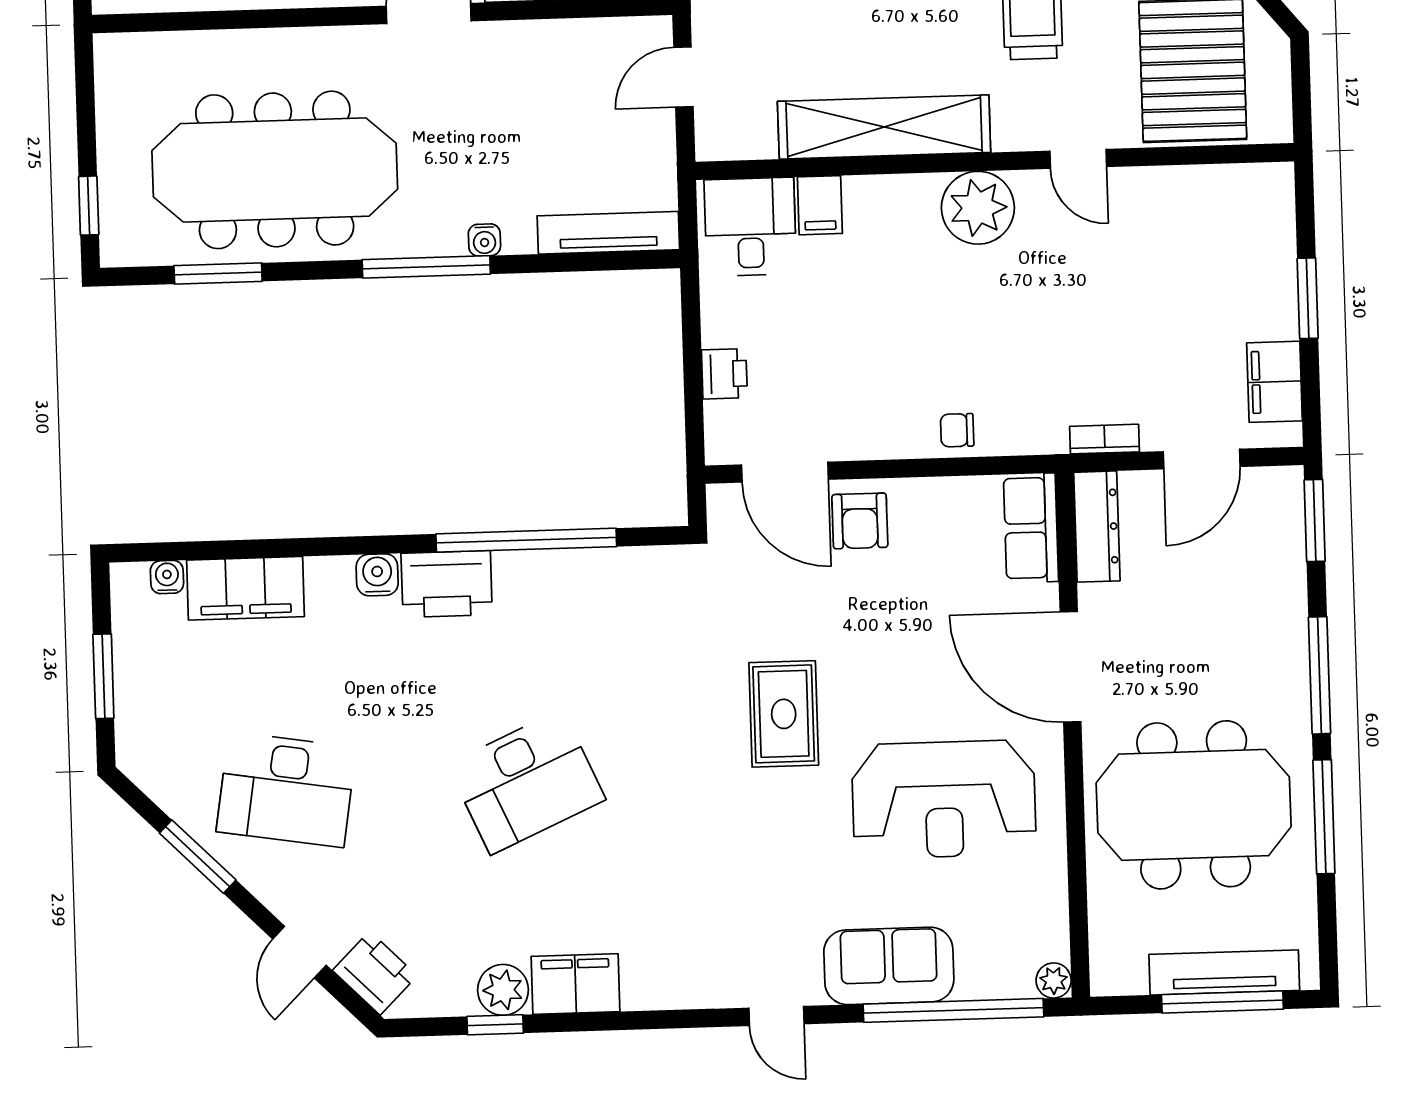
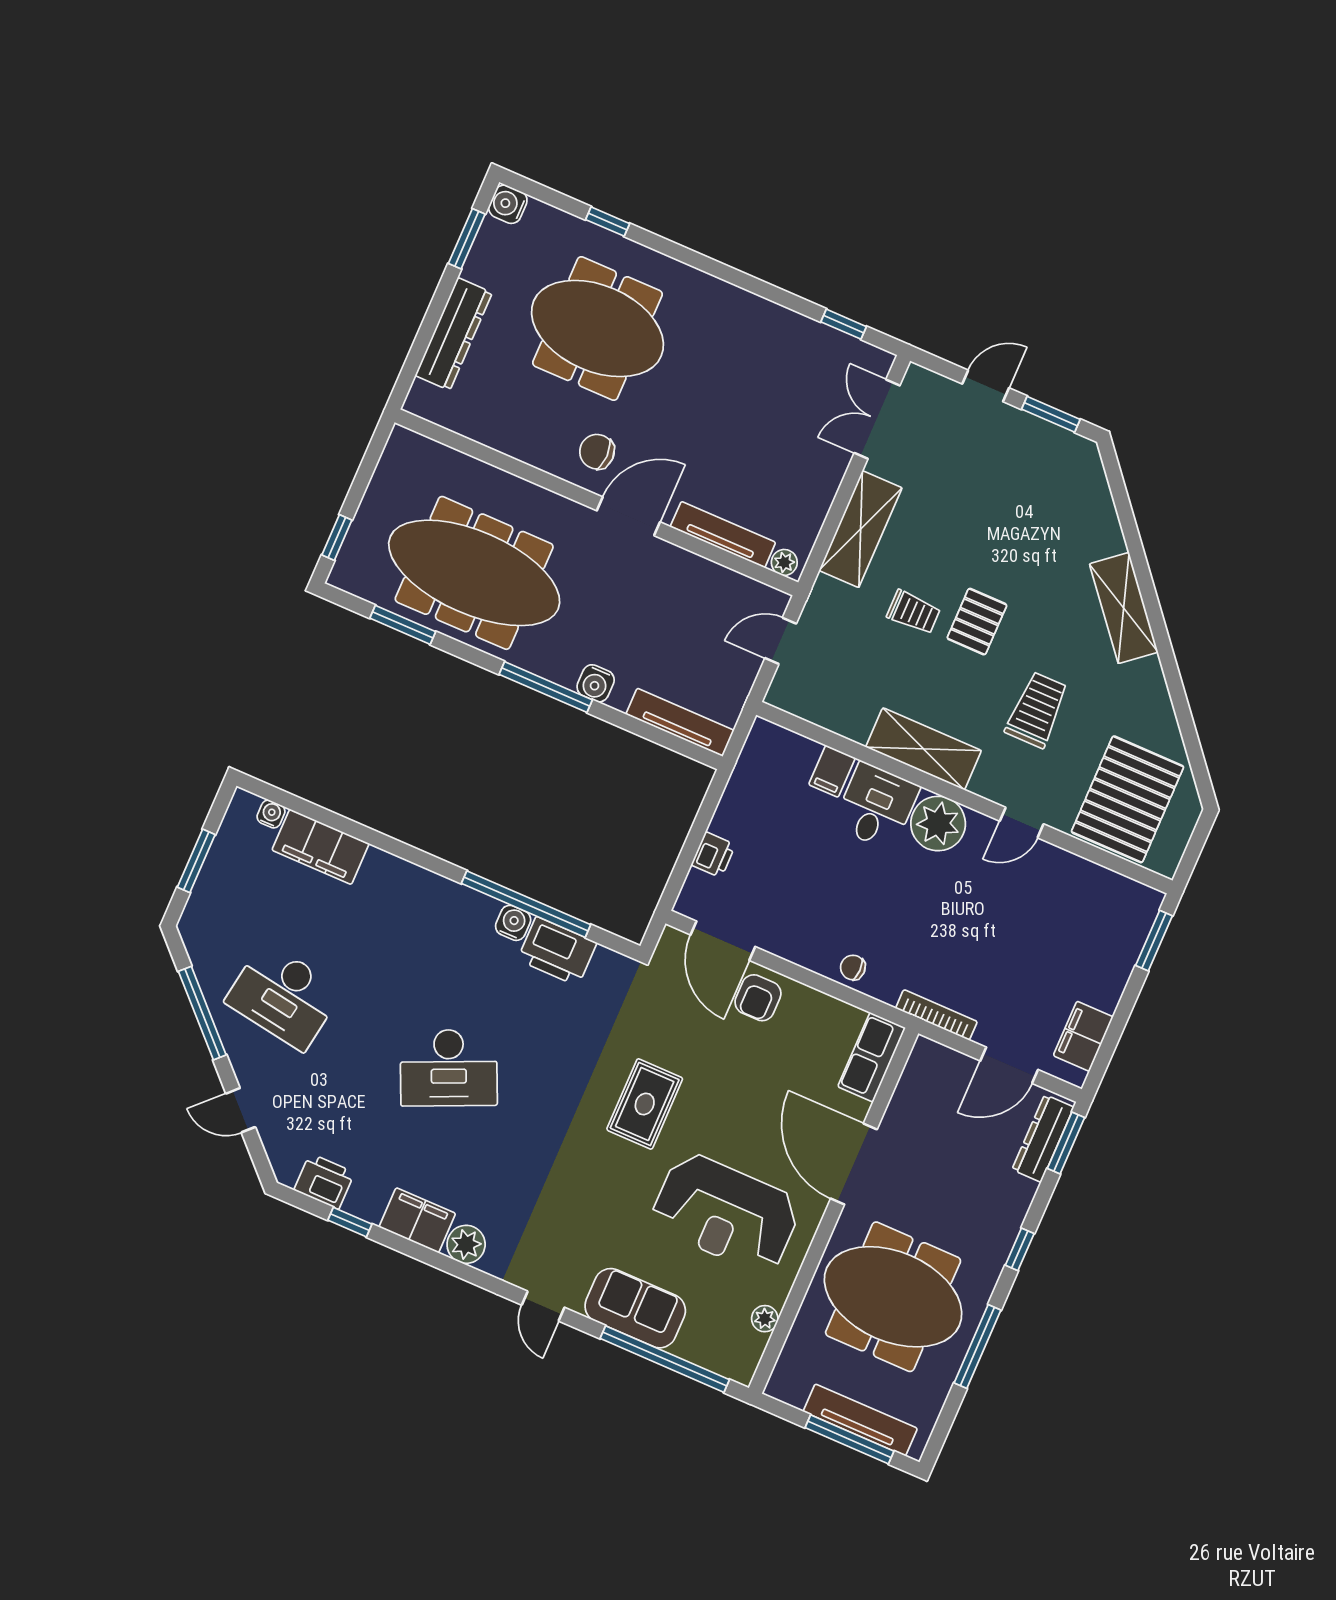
shelving: (884, 127) -> (924, 749), width x0.68
door: (1078, 159) -> (1022, 823), hinge flipped
desk: (750, 227) -> (876, 806), moved
water cooler: (484, 240) -> (596, 683), width x1.38, depth x1.38
window: (1308, 298) -> (1154, 941), moved
bookcase: (1104, 439) -> (936, 1015), width x1.56
dresser: (1097, 527) -> (1043, 1138), moved, turned 180
water cooler: (377, 575) -> (513, 923), moved
printer: (447, 584) -> (557, 951), moved
window: (1320, 675) -> (1020, 1249), width x0.46
window: (198, 857) -> (202, 1013), width x1.44
door: (299, 952) -> (241, 1110), hinge flipped
printer: (375, 973) -> (324, 1181), moved, turned -45
plant: (1054, 980) -> (765, 1319), moved
plant: (503, 990) -> (466, 1244), moved

